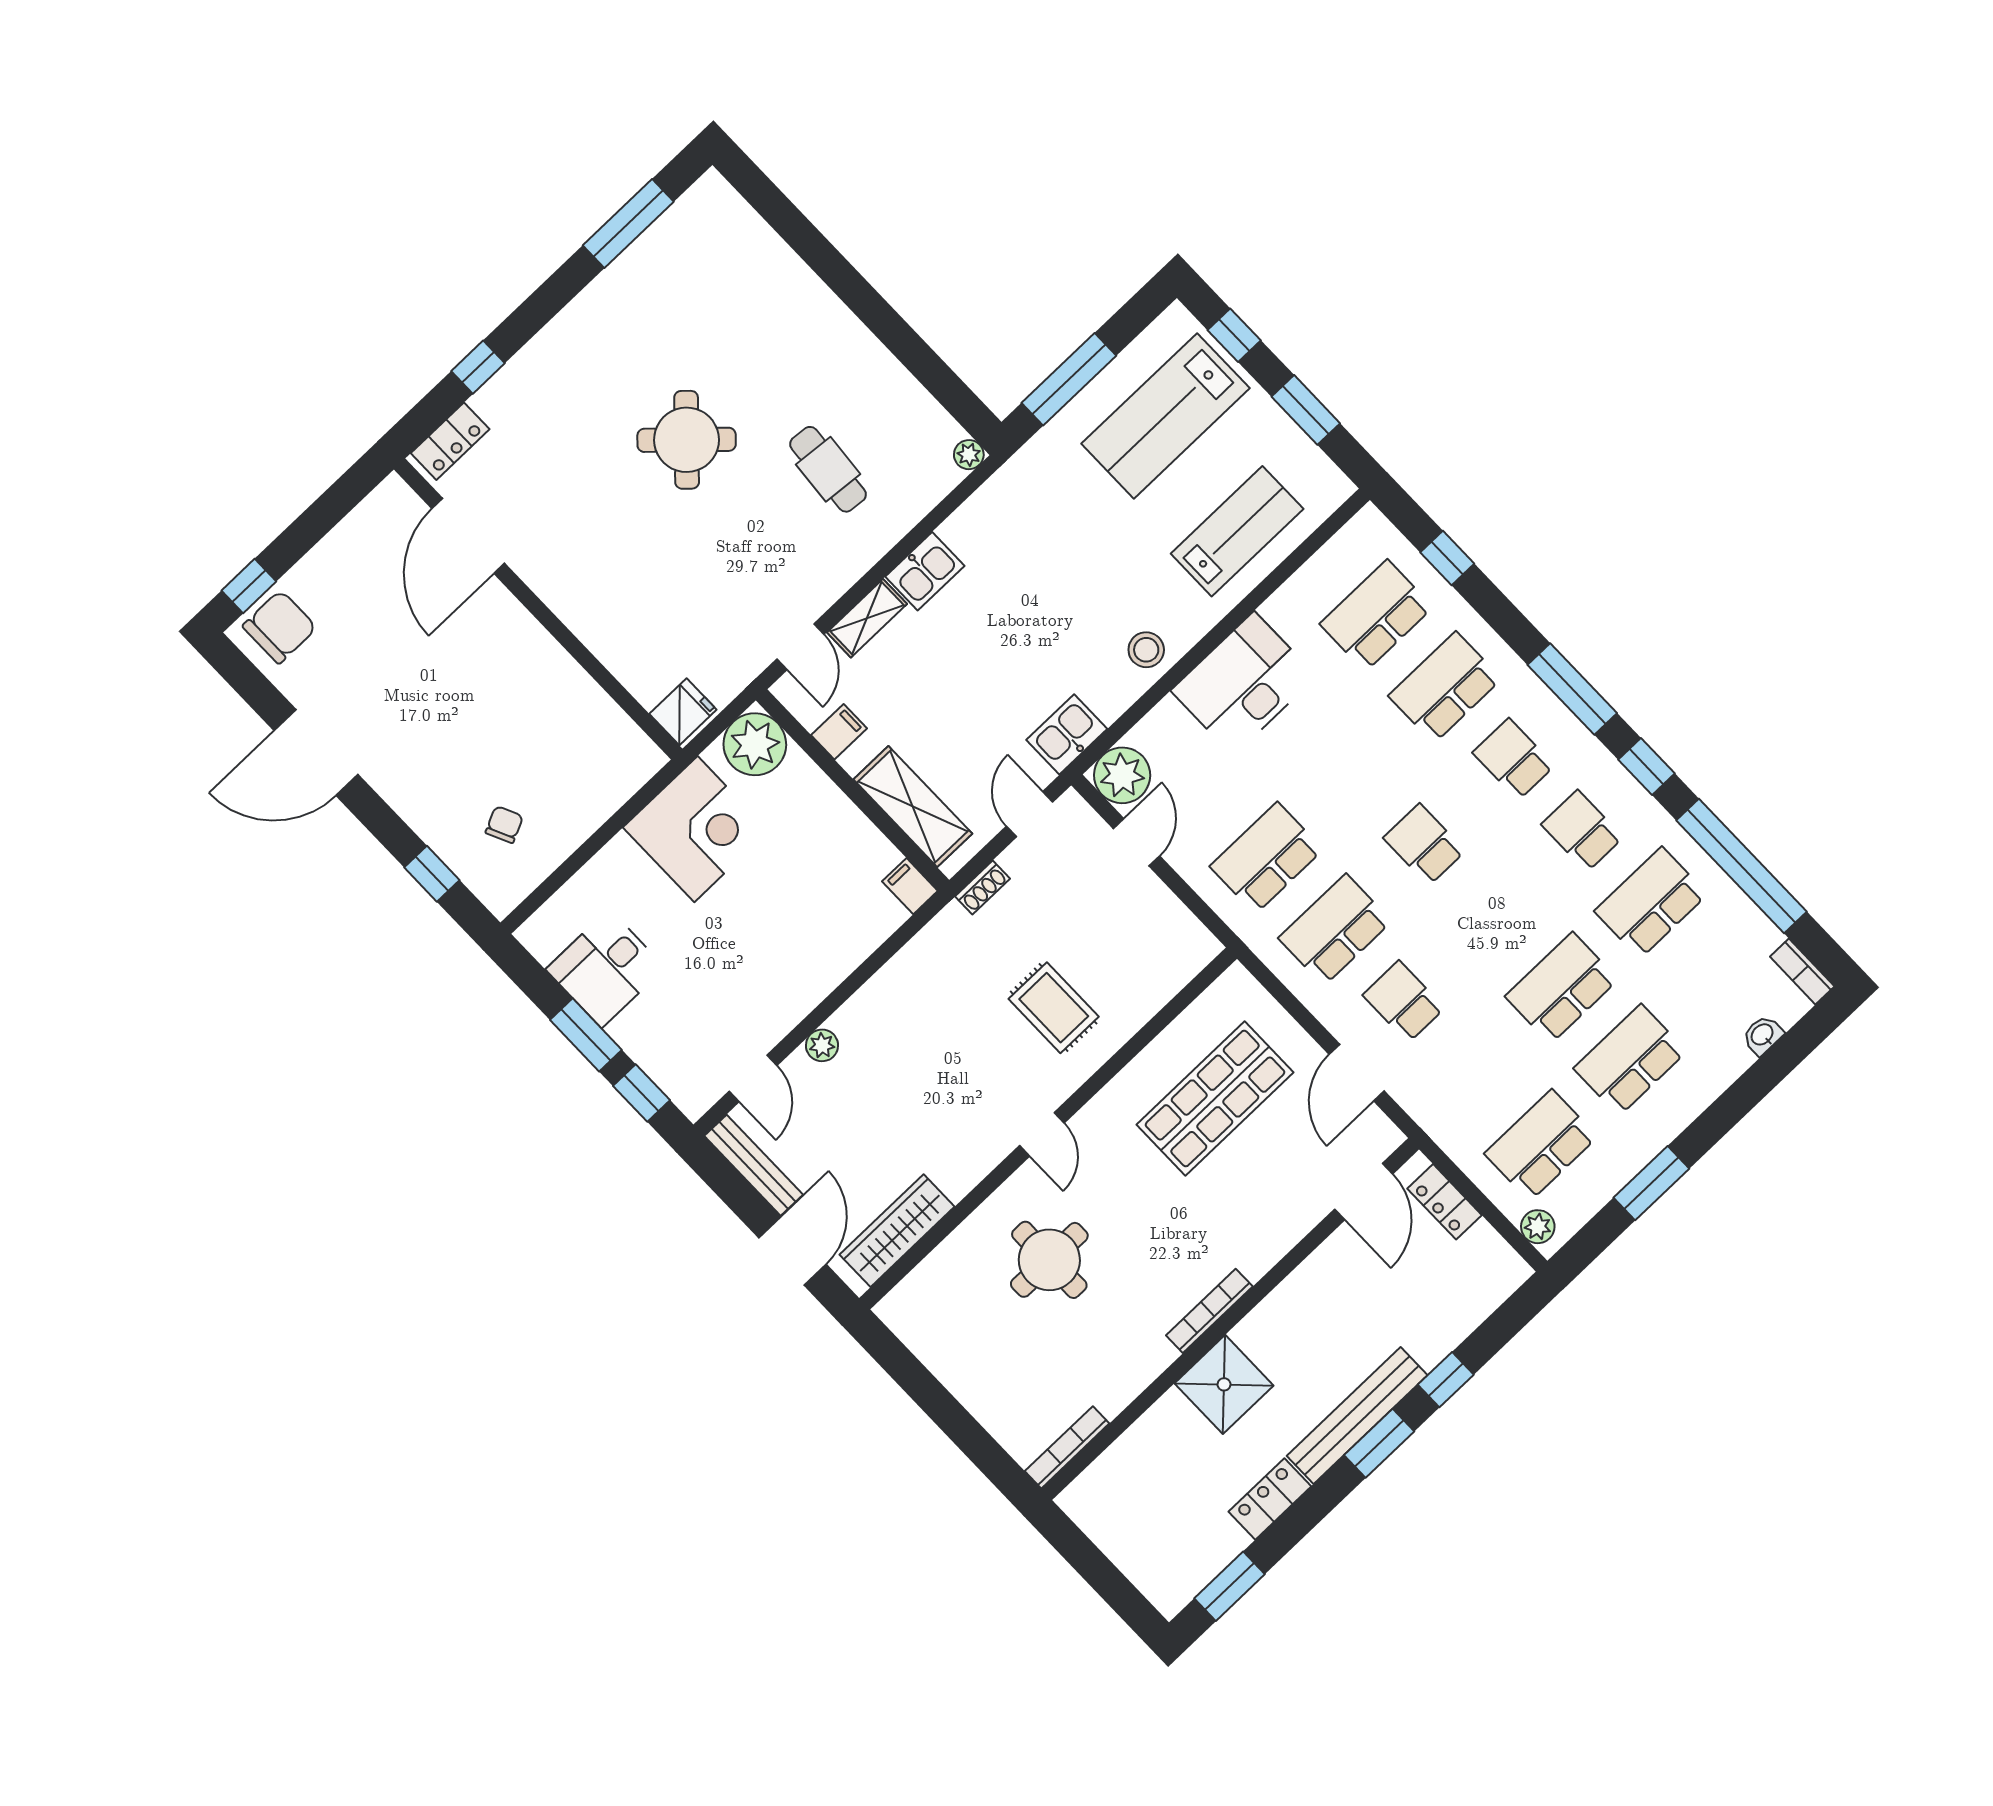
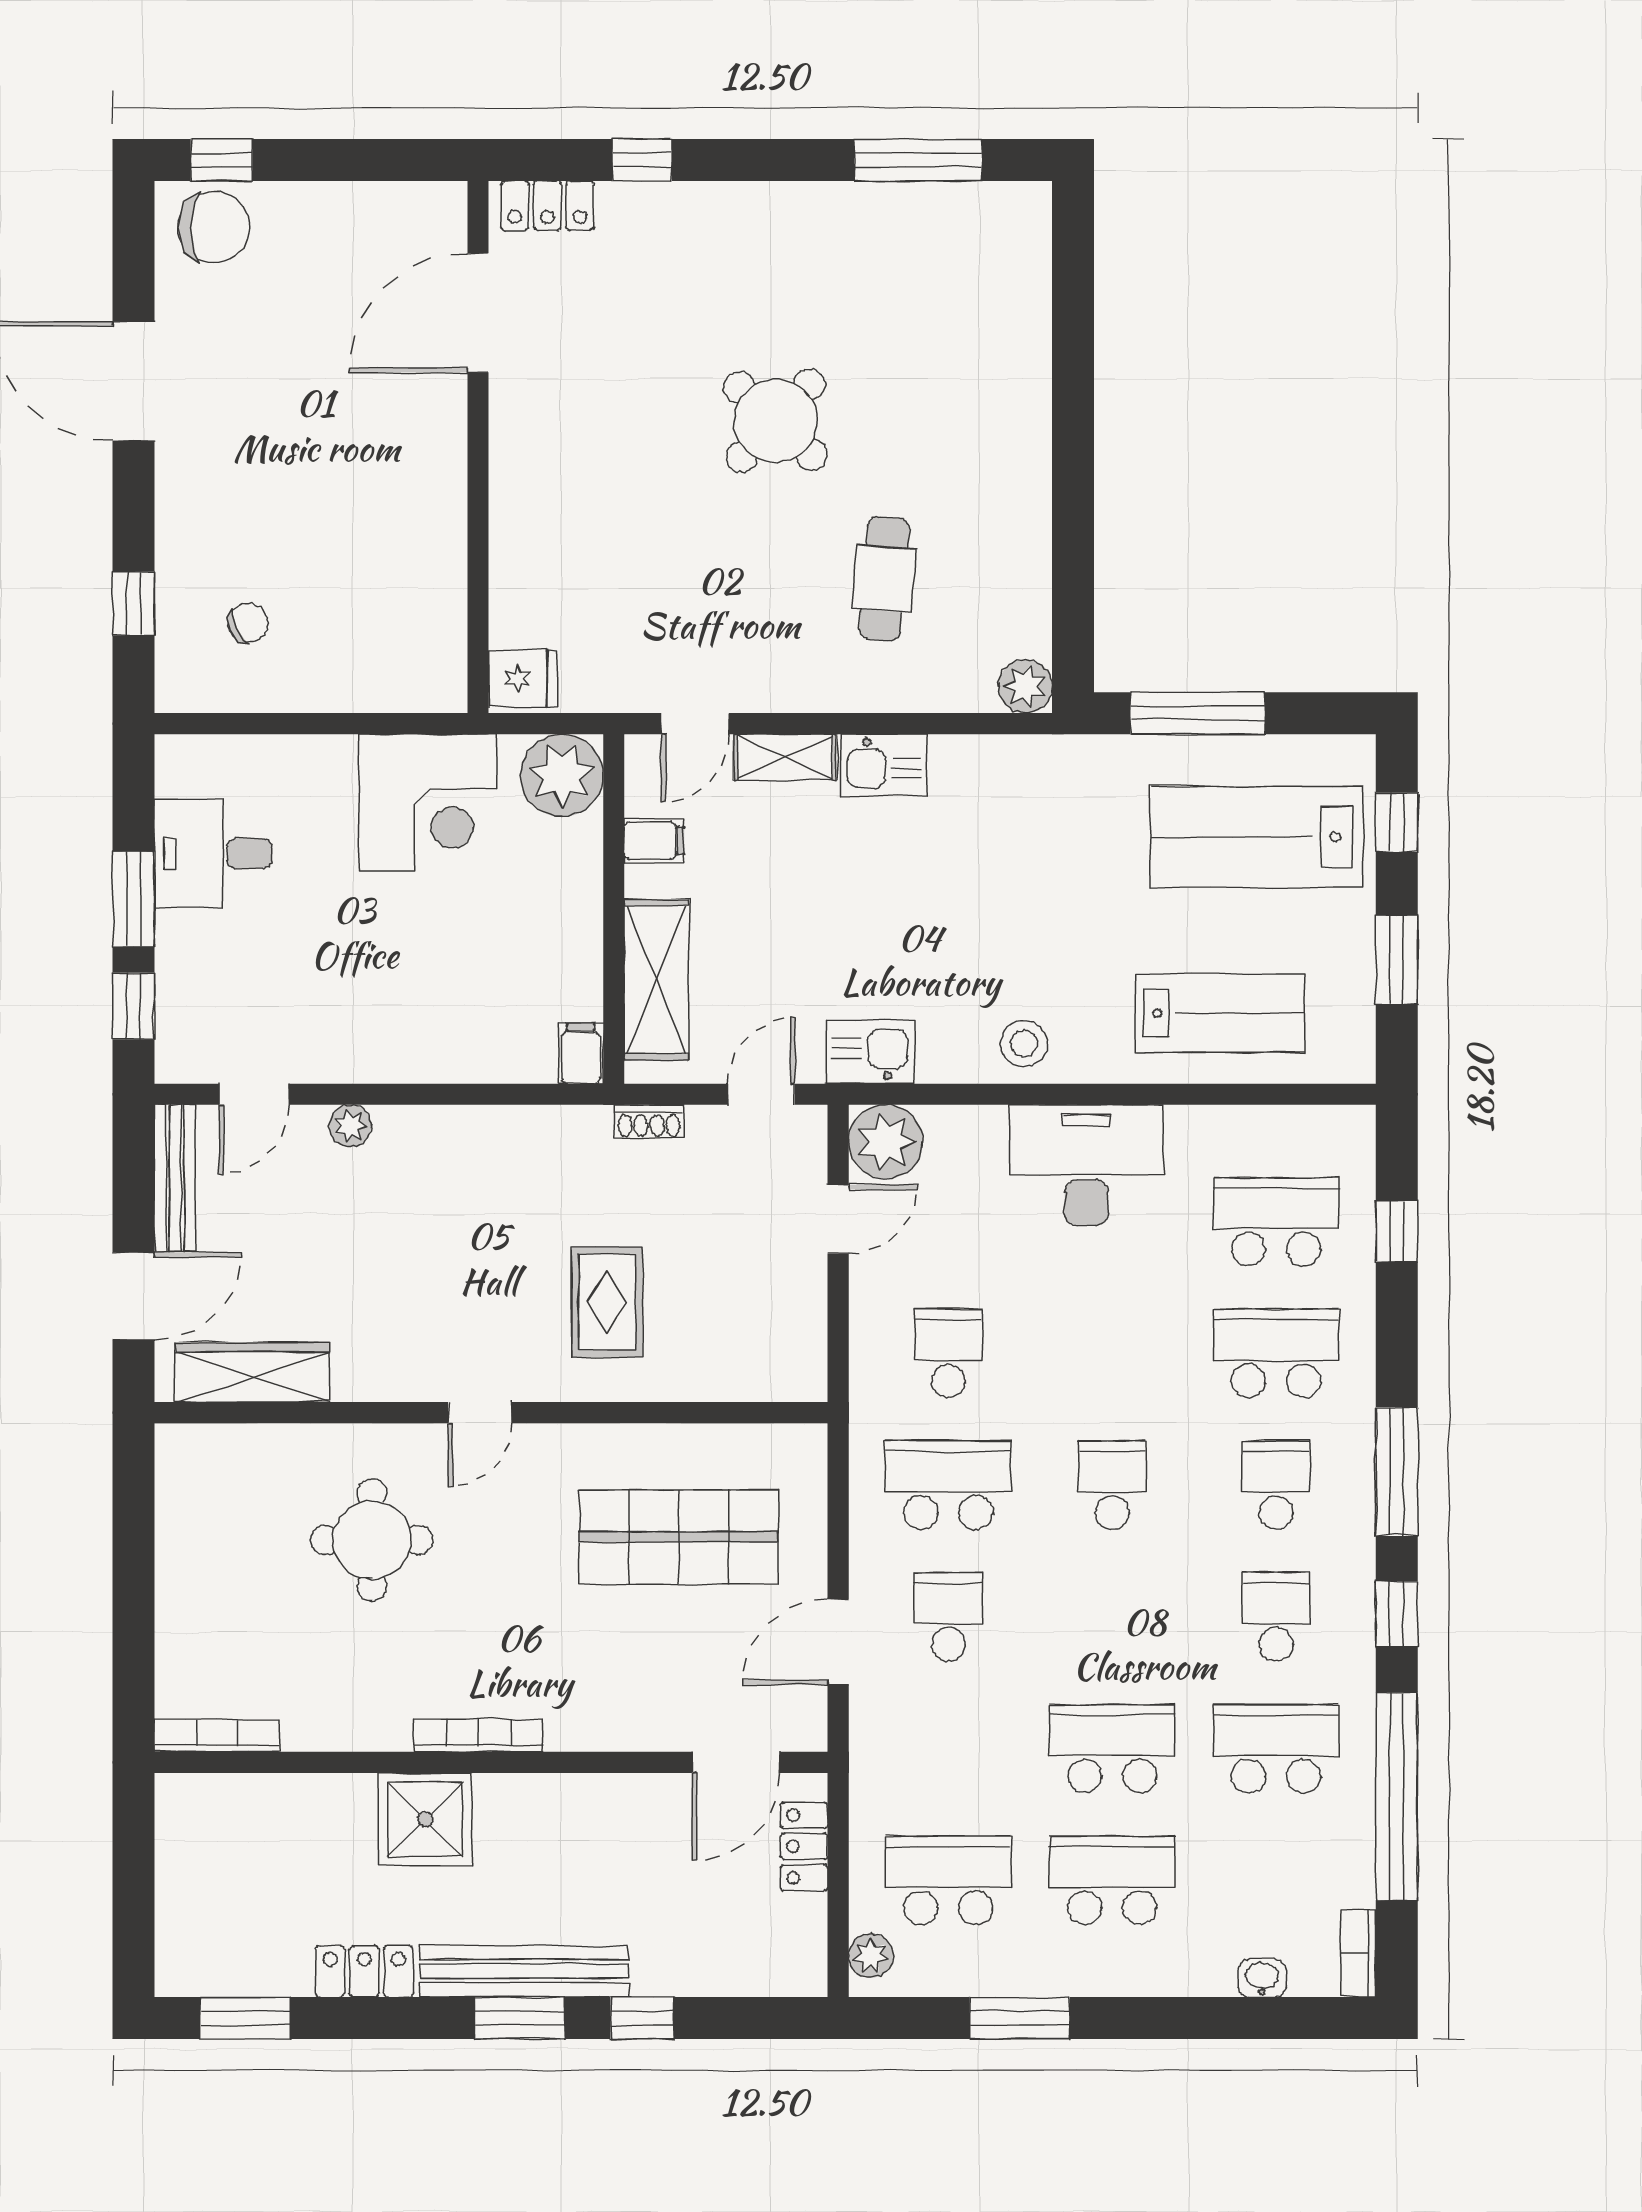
plant: (969, 455) -> (1025, 686), width x1.38, depth x1.38
school desk: (1266, 858) -> (948, 1353), width x0.54

